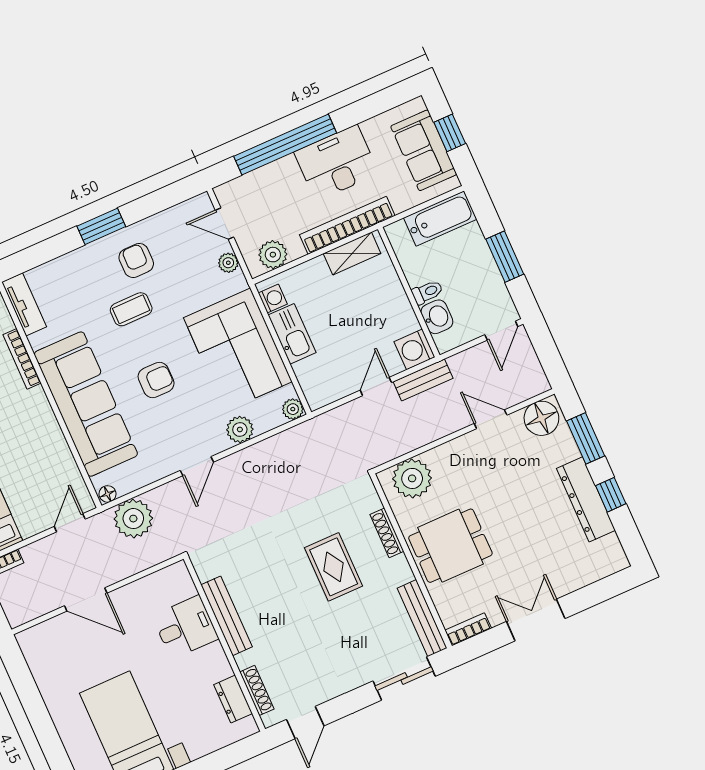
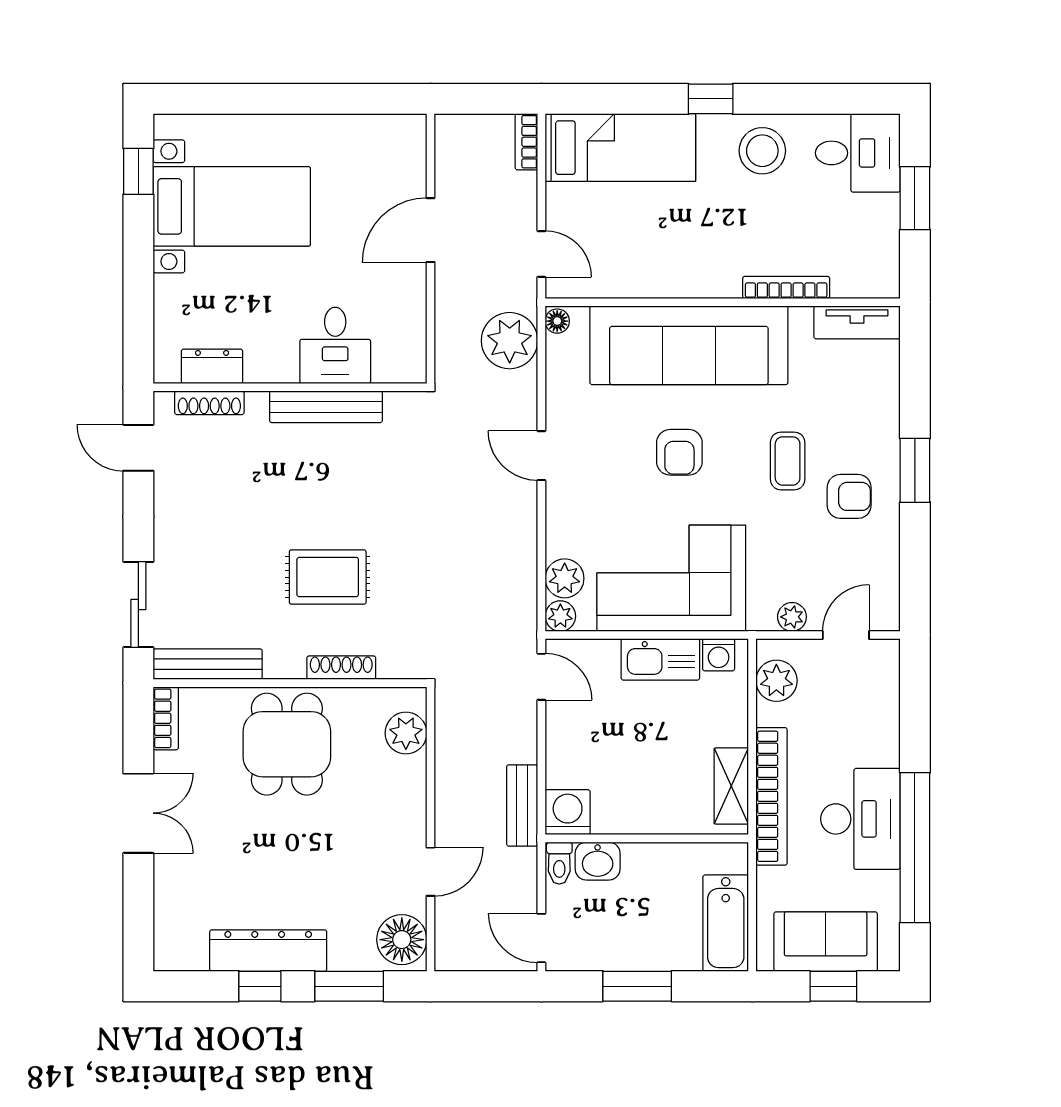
window: (285, 145) -> (915, 848), moved
toilet: (427, 292) -> (559, 863), moved
door: (376, 386) -> (541, 677), moved
plant: (240, 430) -> (565, 578), moved
plant: (412, 478) -> (406, 733), width x0.73, depth x0.73

